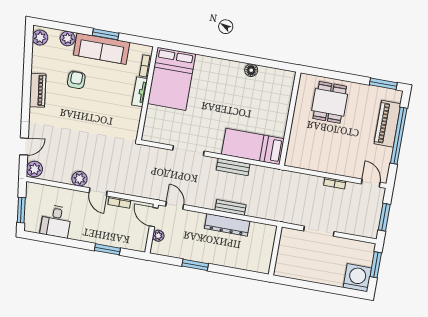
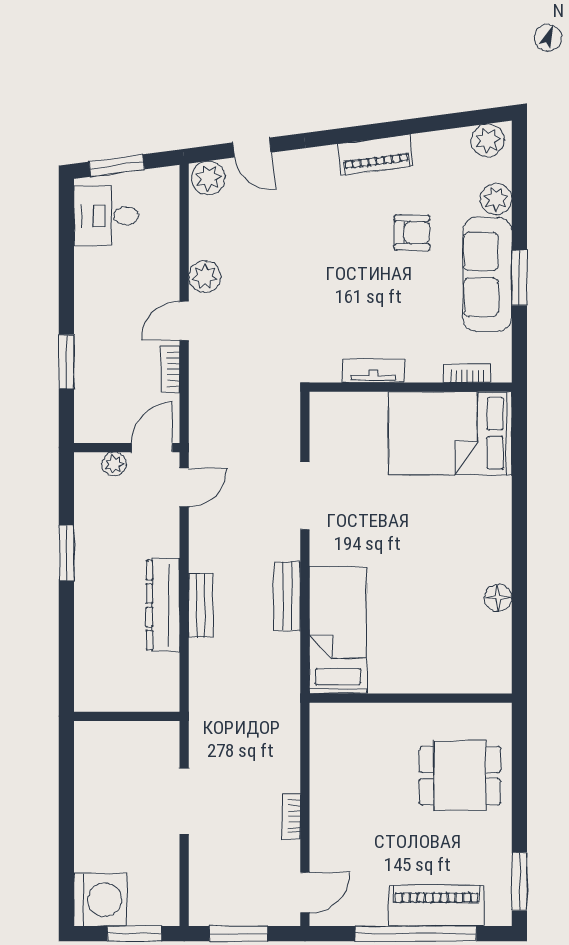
tv unit: (140, 92) -> (373, 371), moved
desk: (56, 221) -> (106, 216), moved

